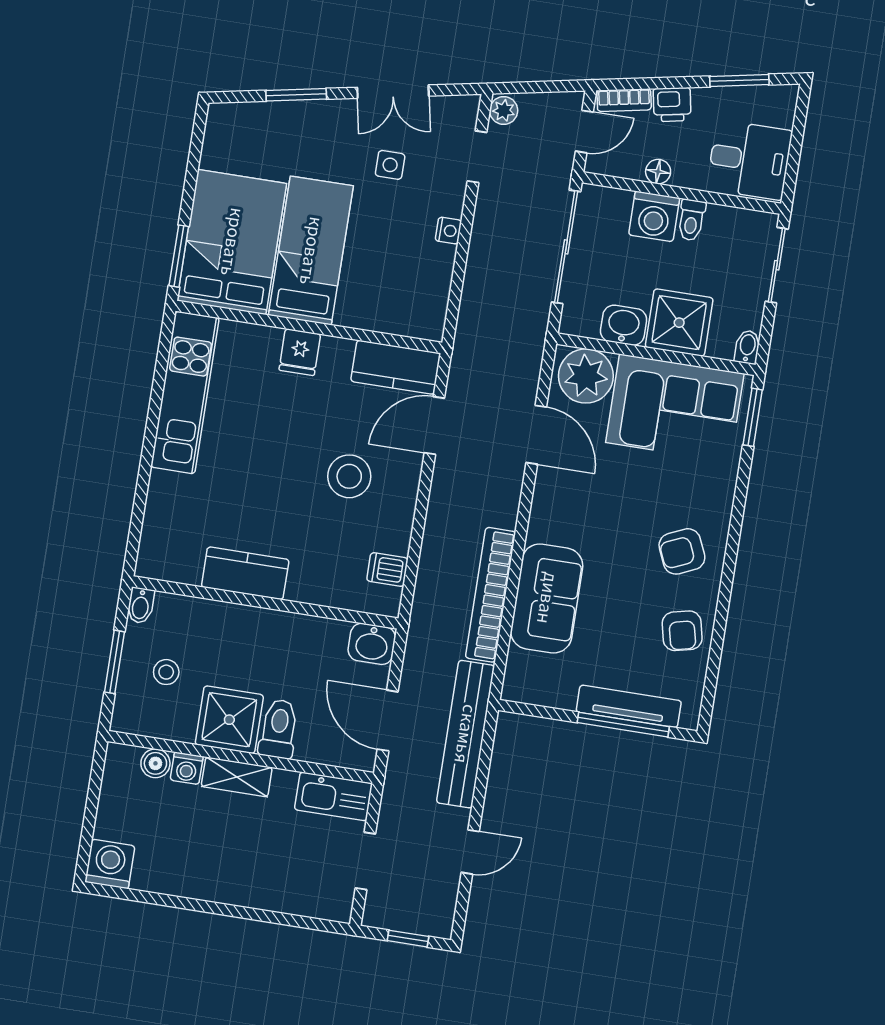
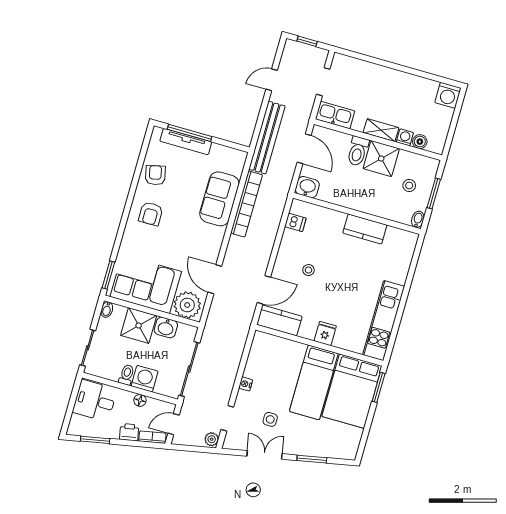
stool: (349, 476) -> (308, 270), width x0.53, depth x0.53
armchair: (682, 551) -> (151, 214), turned 114

